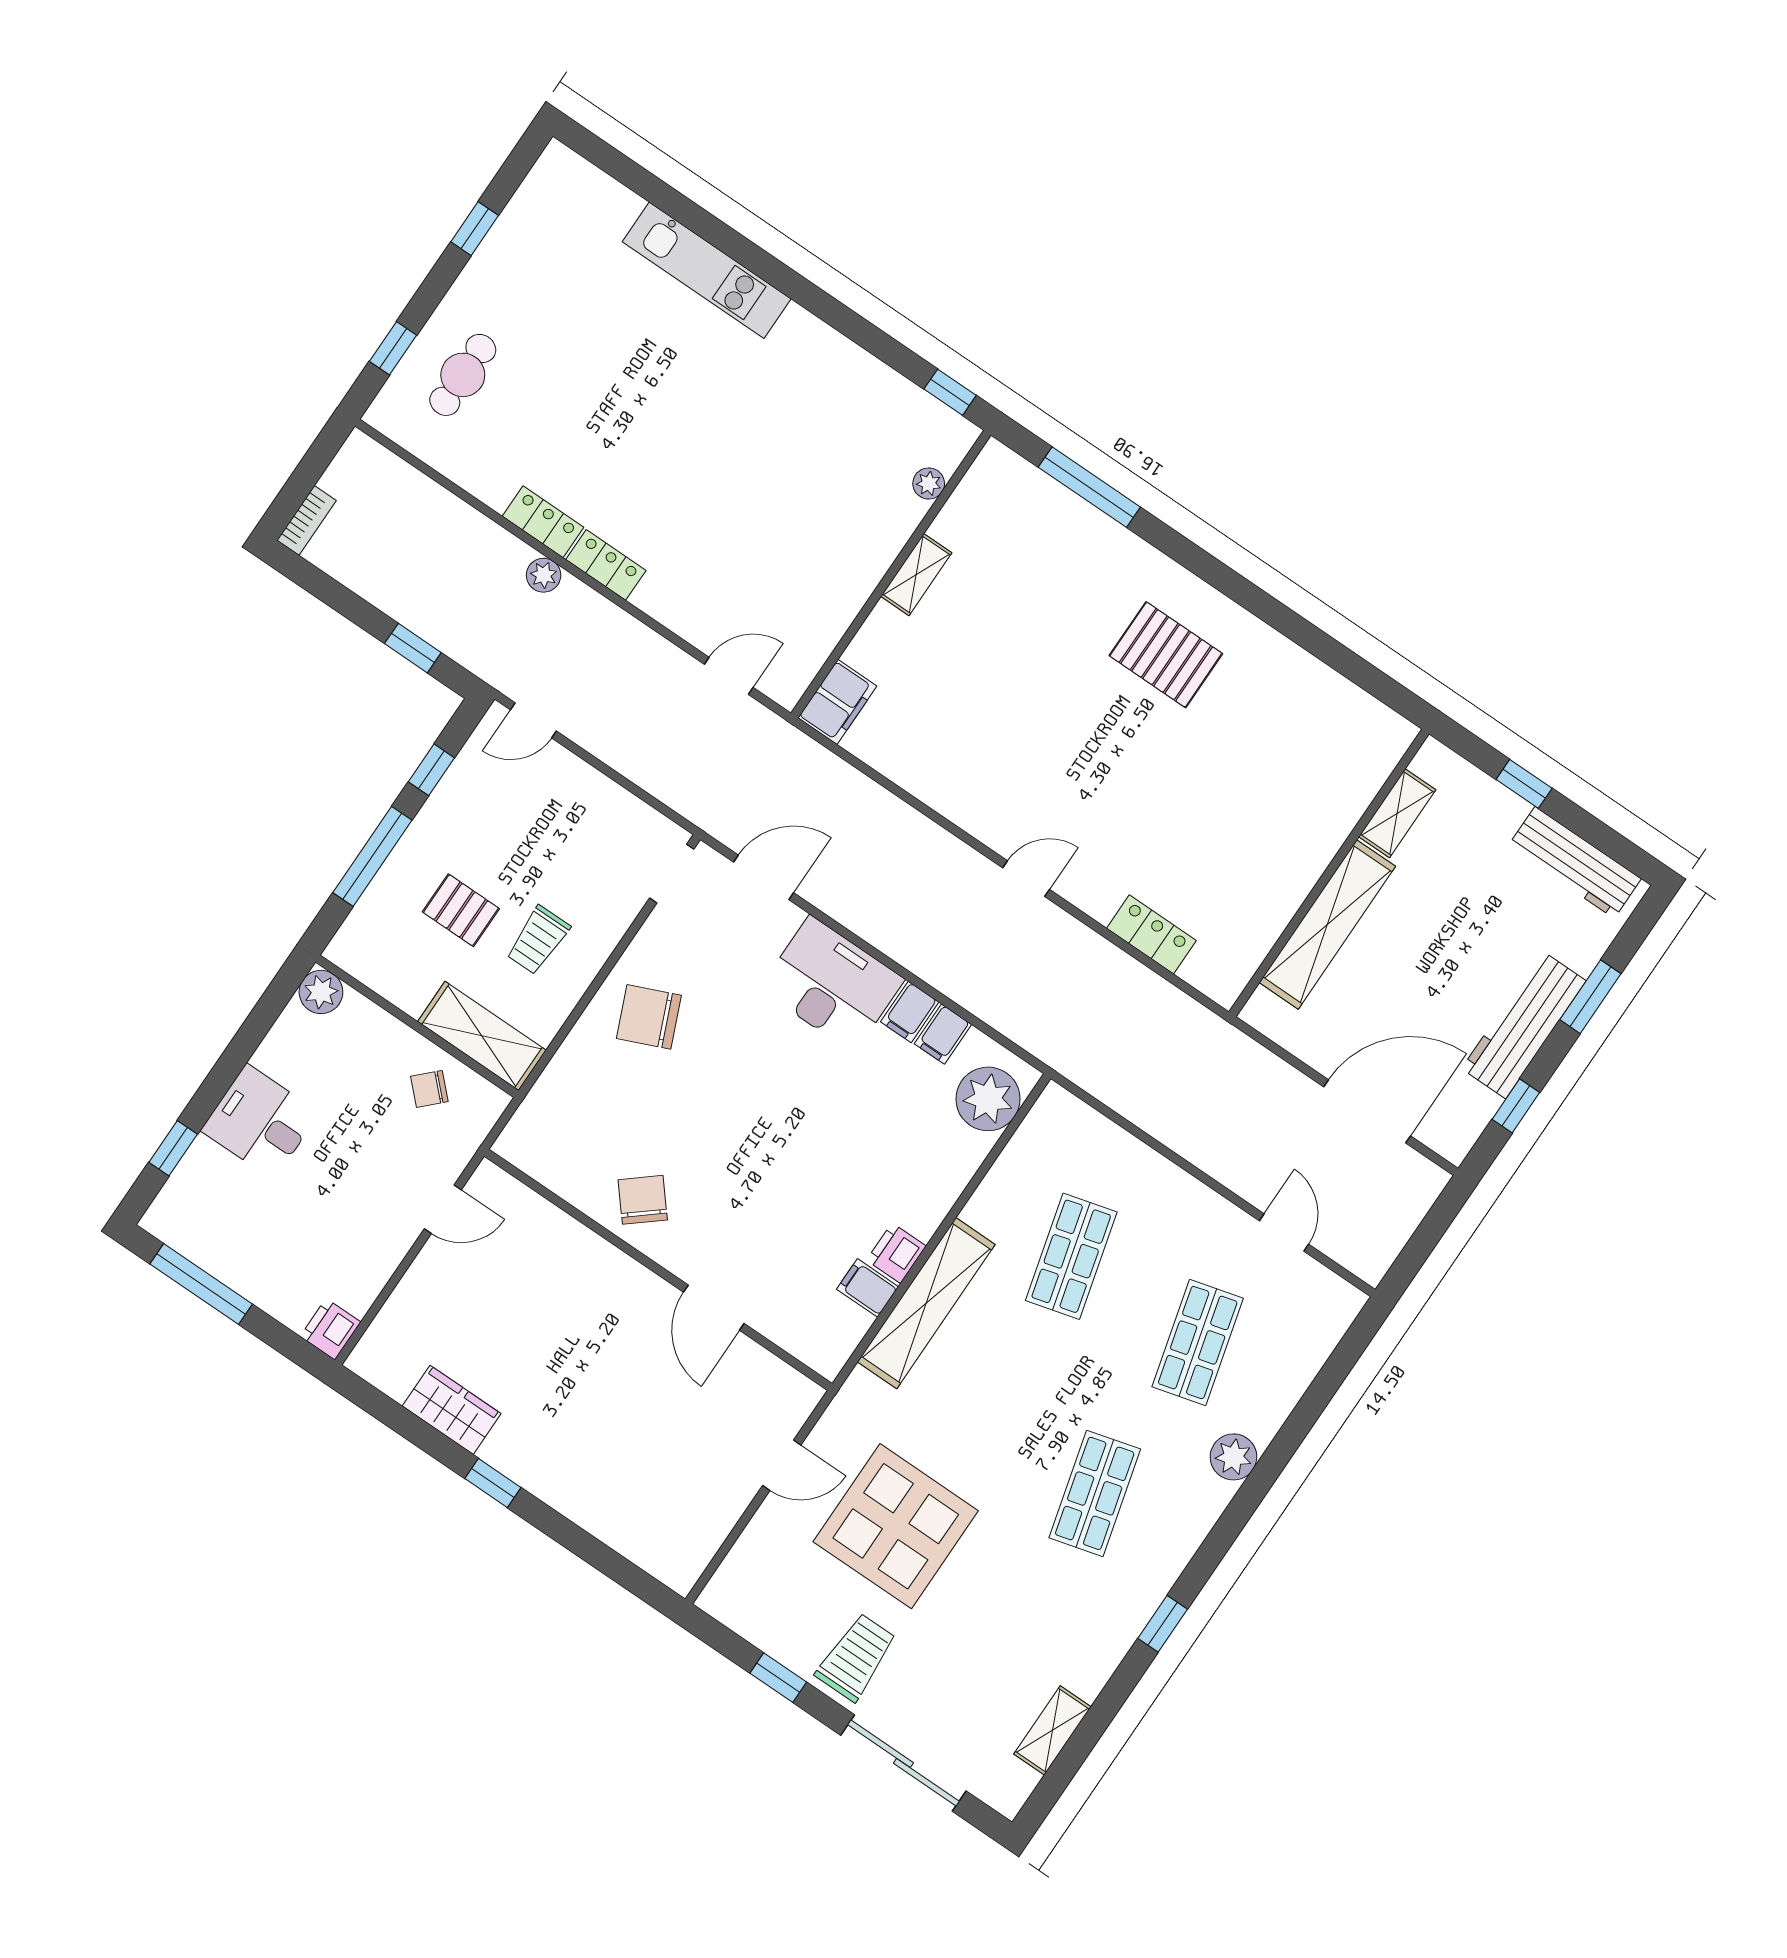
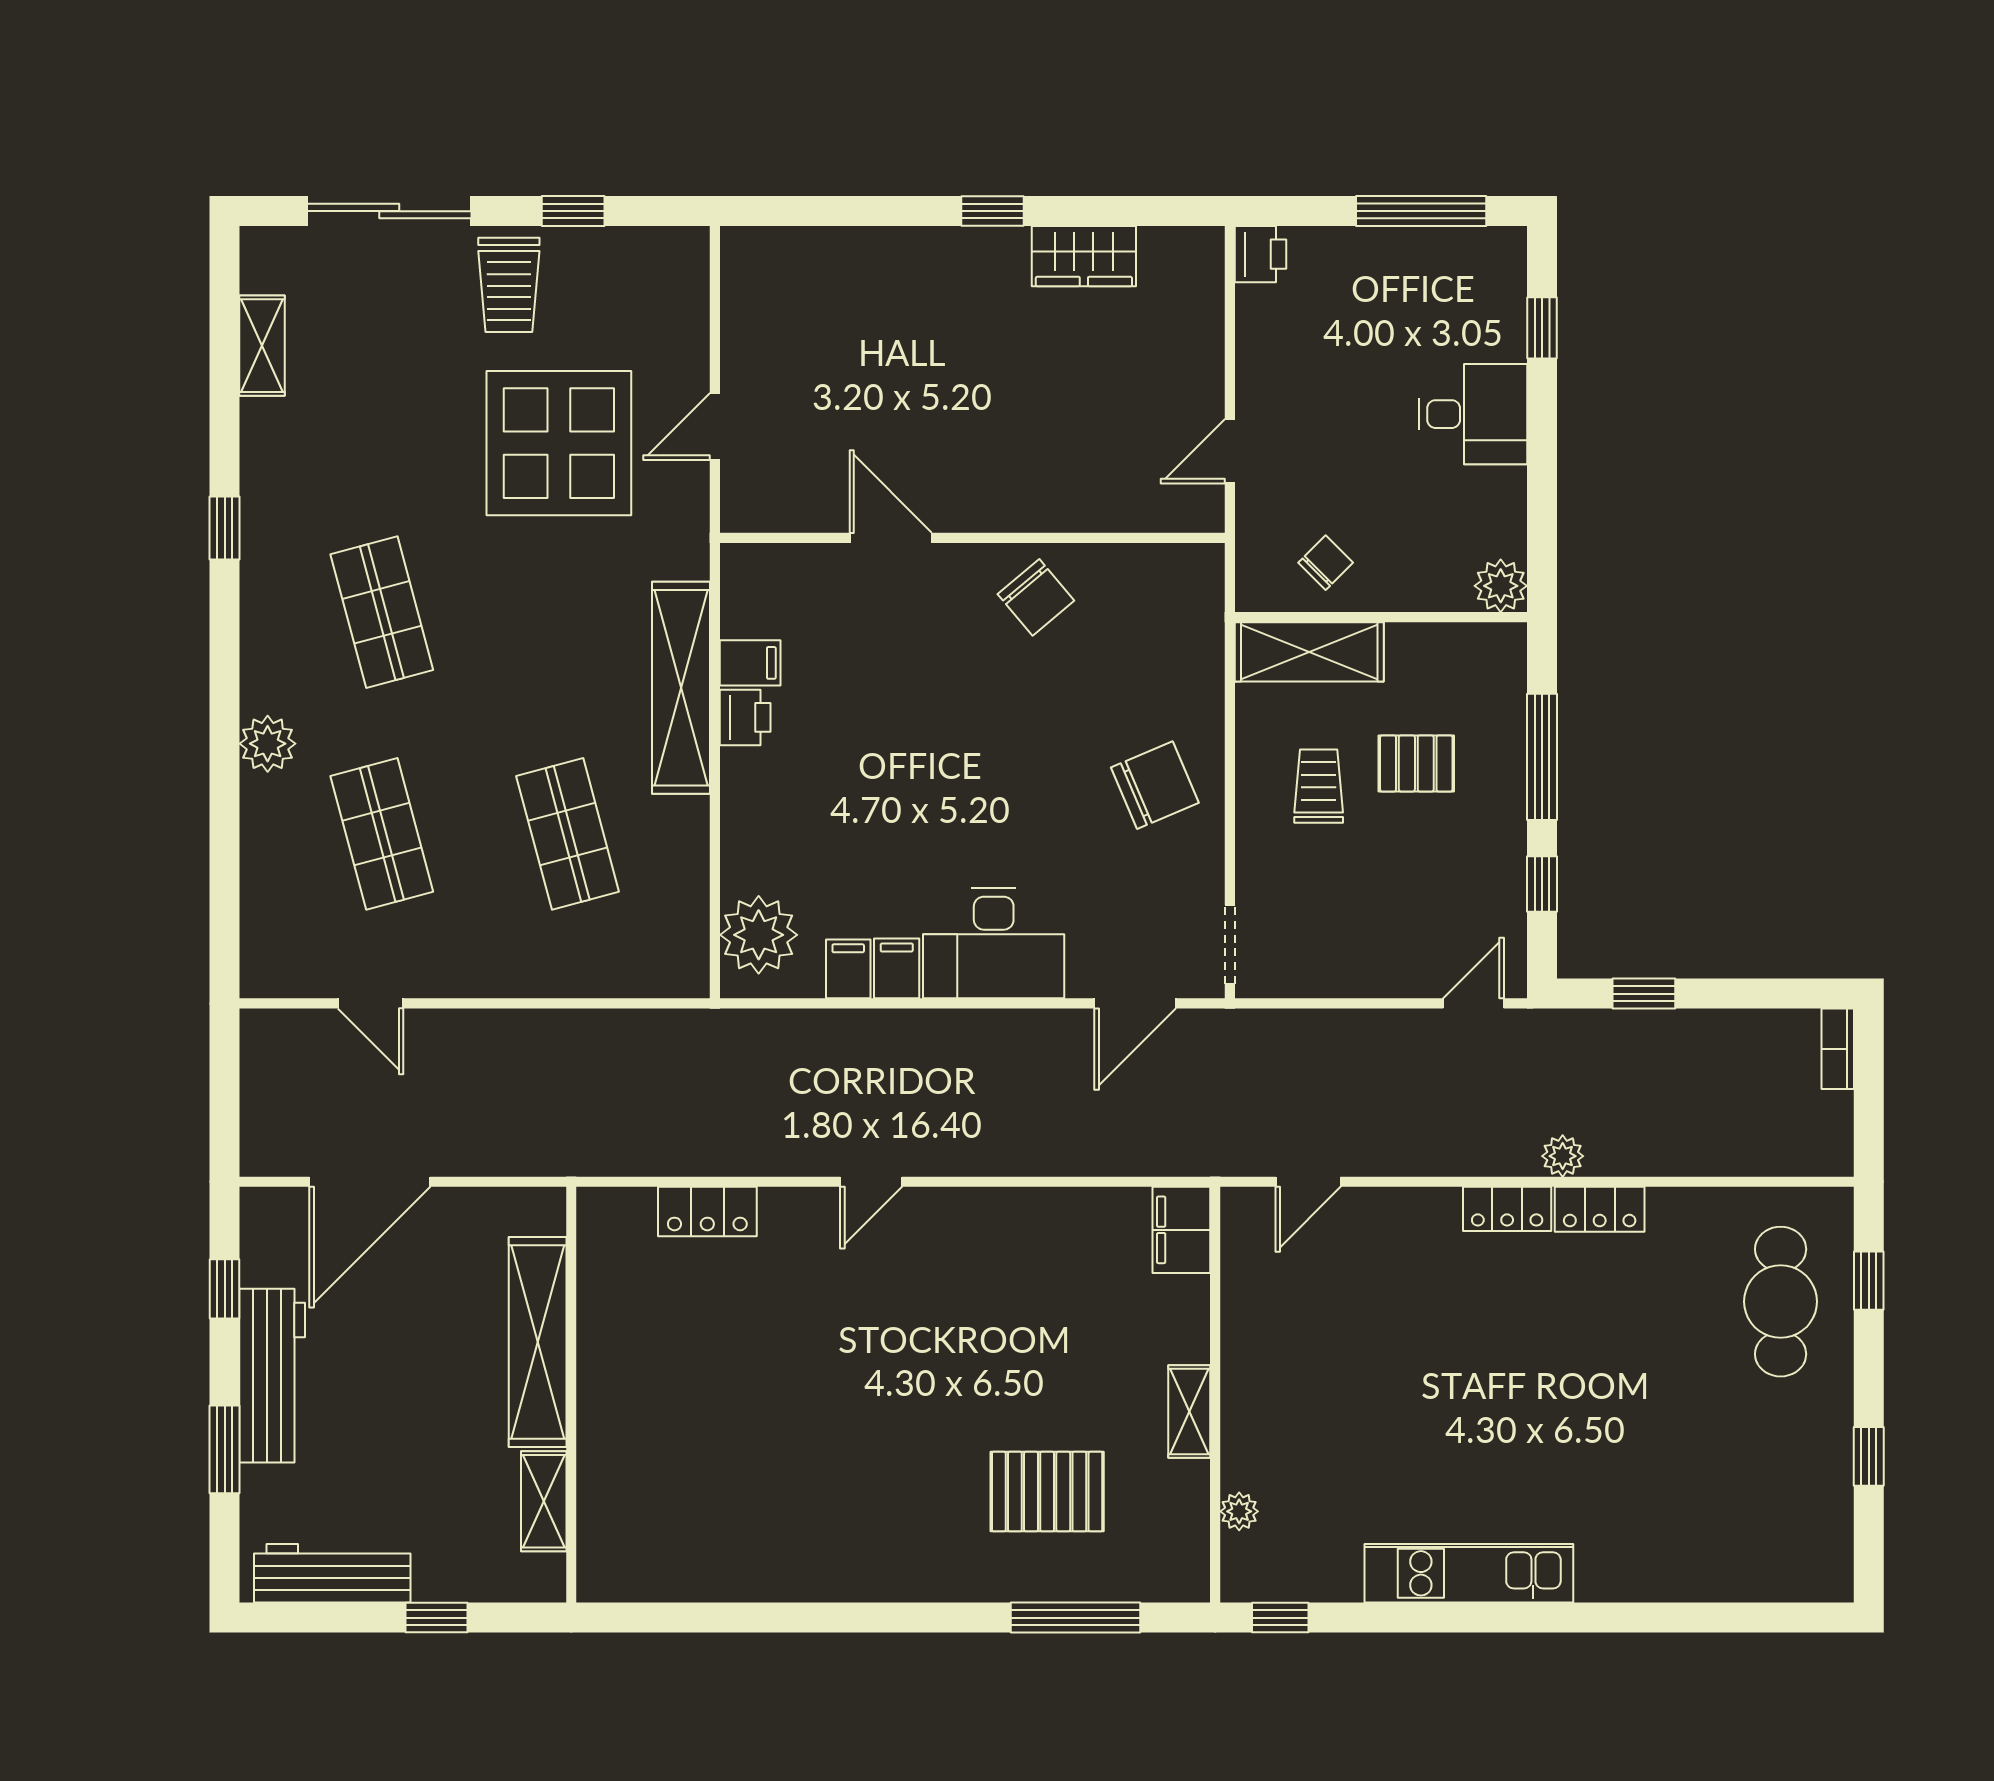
kitchen unit: (707, 270) -> (1469, 1573), moved
cafe table: (463, 375) -> (1781, 1302), width x1.37, depth x1.35
pallet: (1166, 655) -> (1047, 1492), moved

